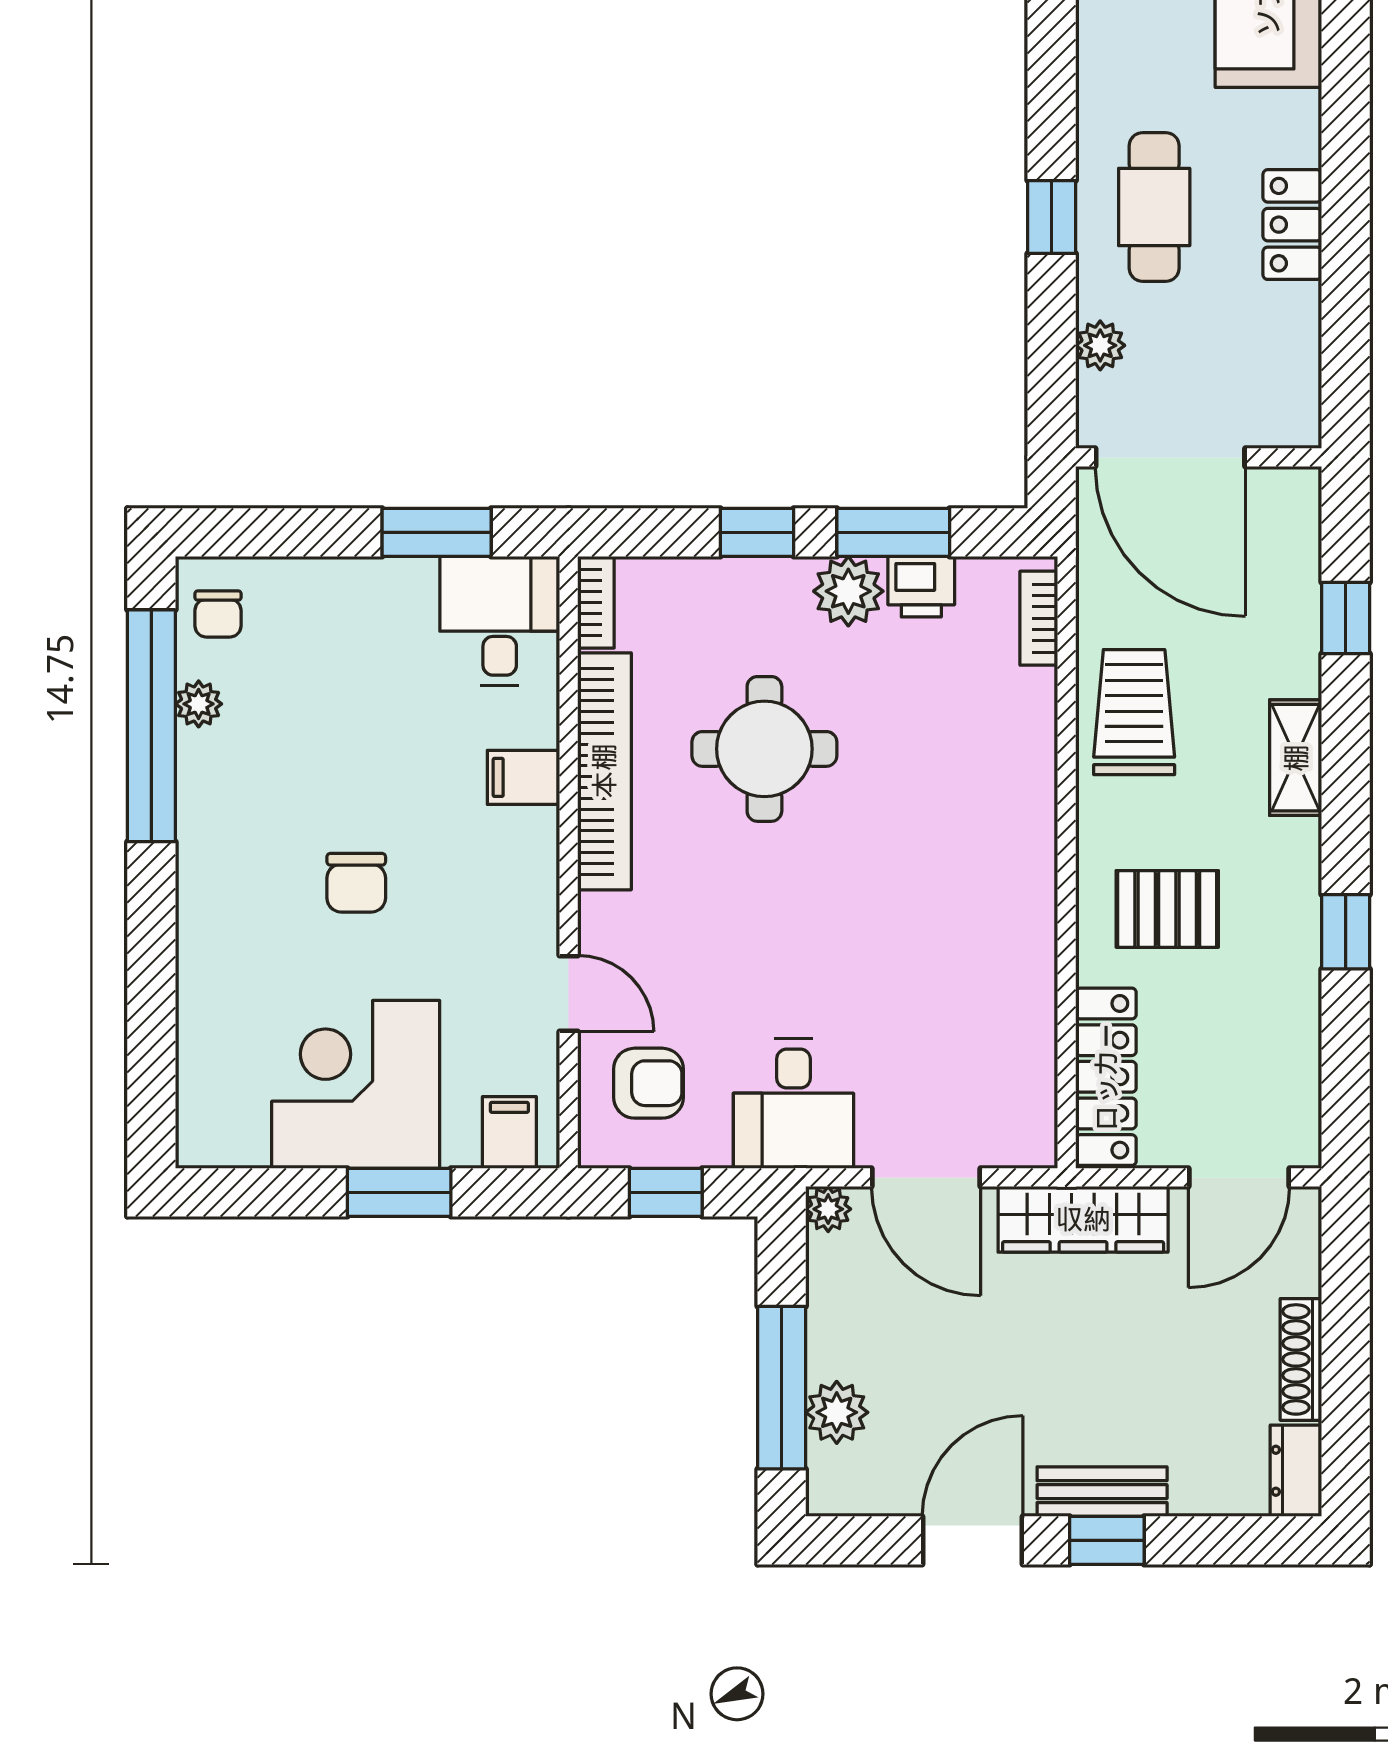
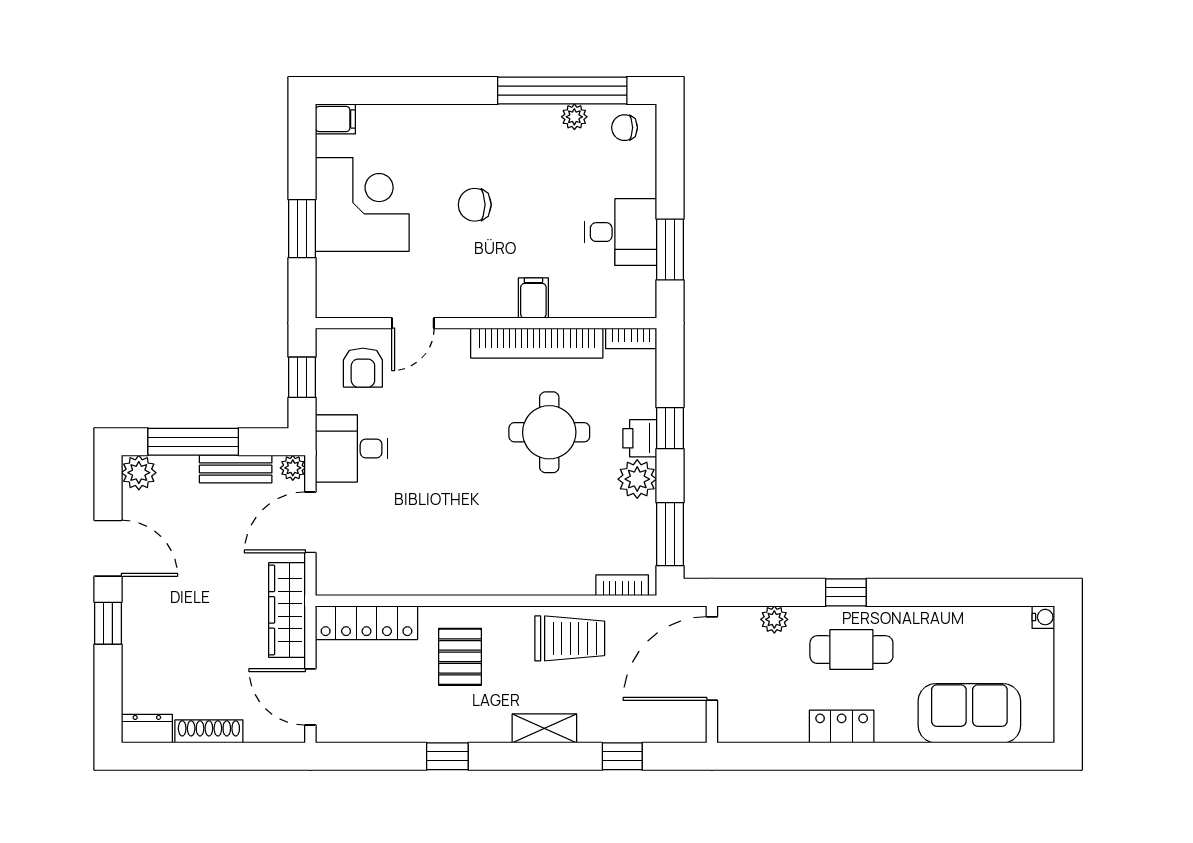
window: (893, 532) -> (670, 534), moved
printer: (921, 587) -> (640, 438), moved
desk: (500, 621) -> (621, 232), moved
filing cabinet: (509, 1132) -> (335, 119), moved
plant: (837, 1412) -> (139, 473), moved
bench: (1102, 1492) -> (236, 469), moved, turned 90

